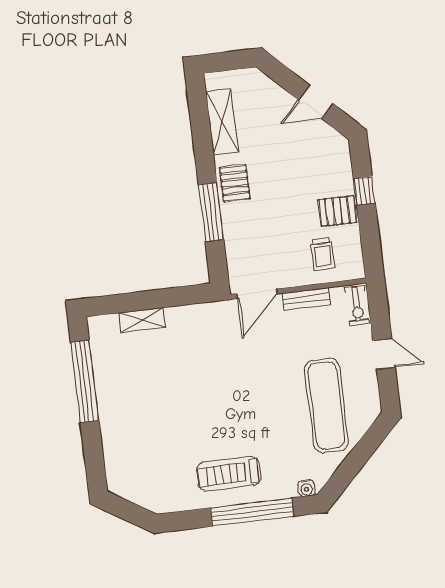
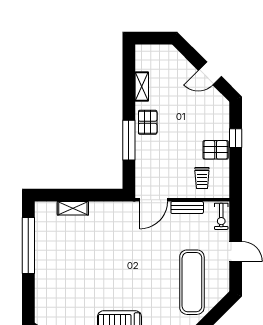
shelving: (222, 122) -> (142, 87), width x0.67, depth x0.75

